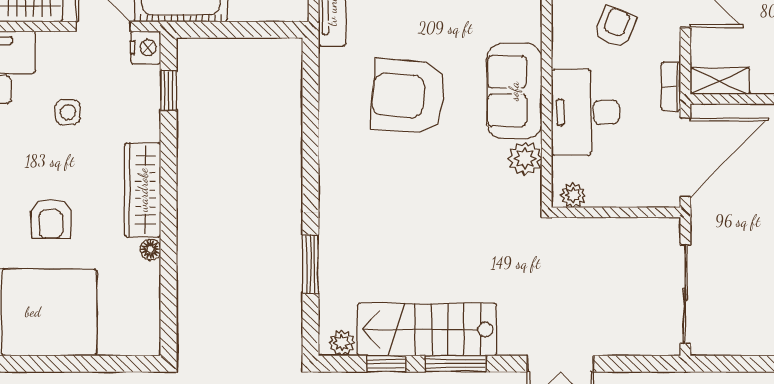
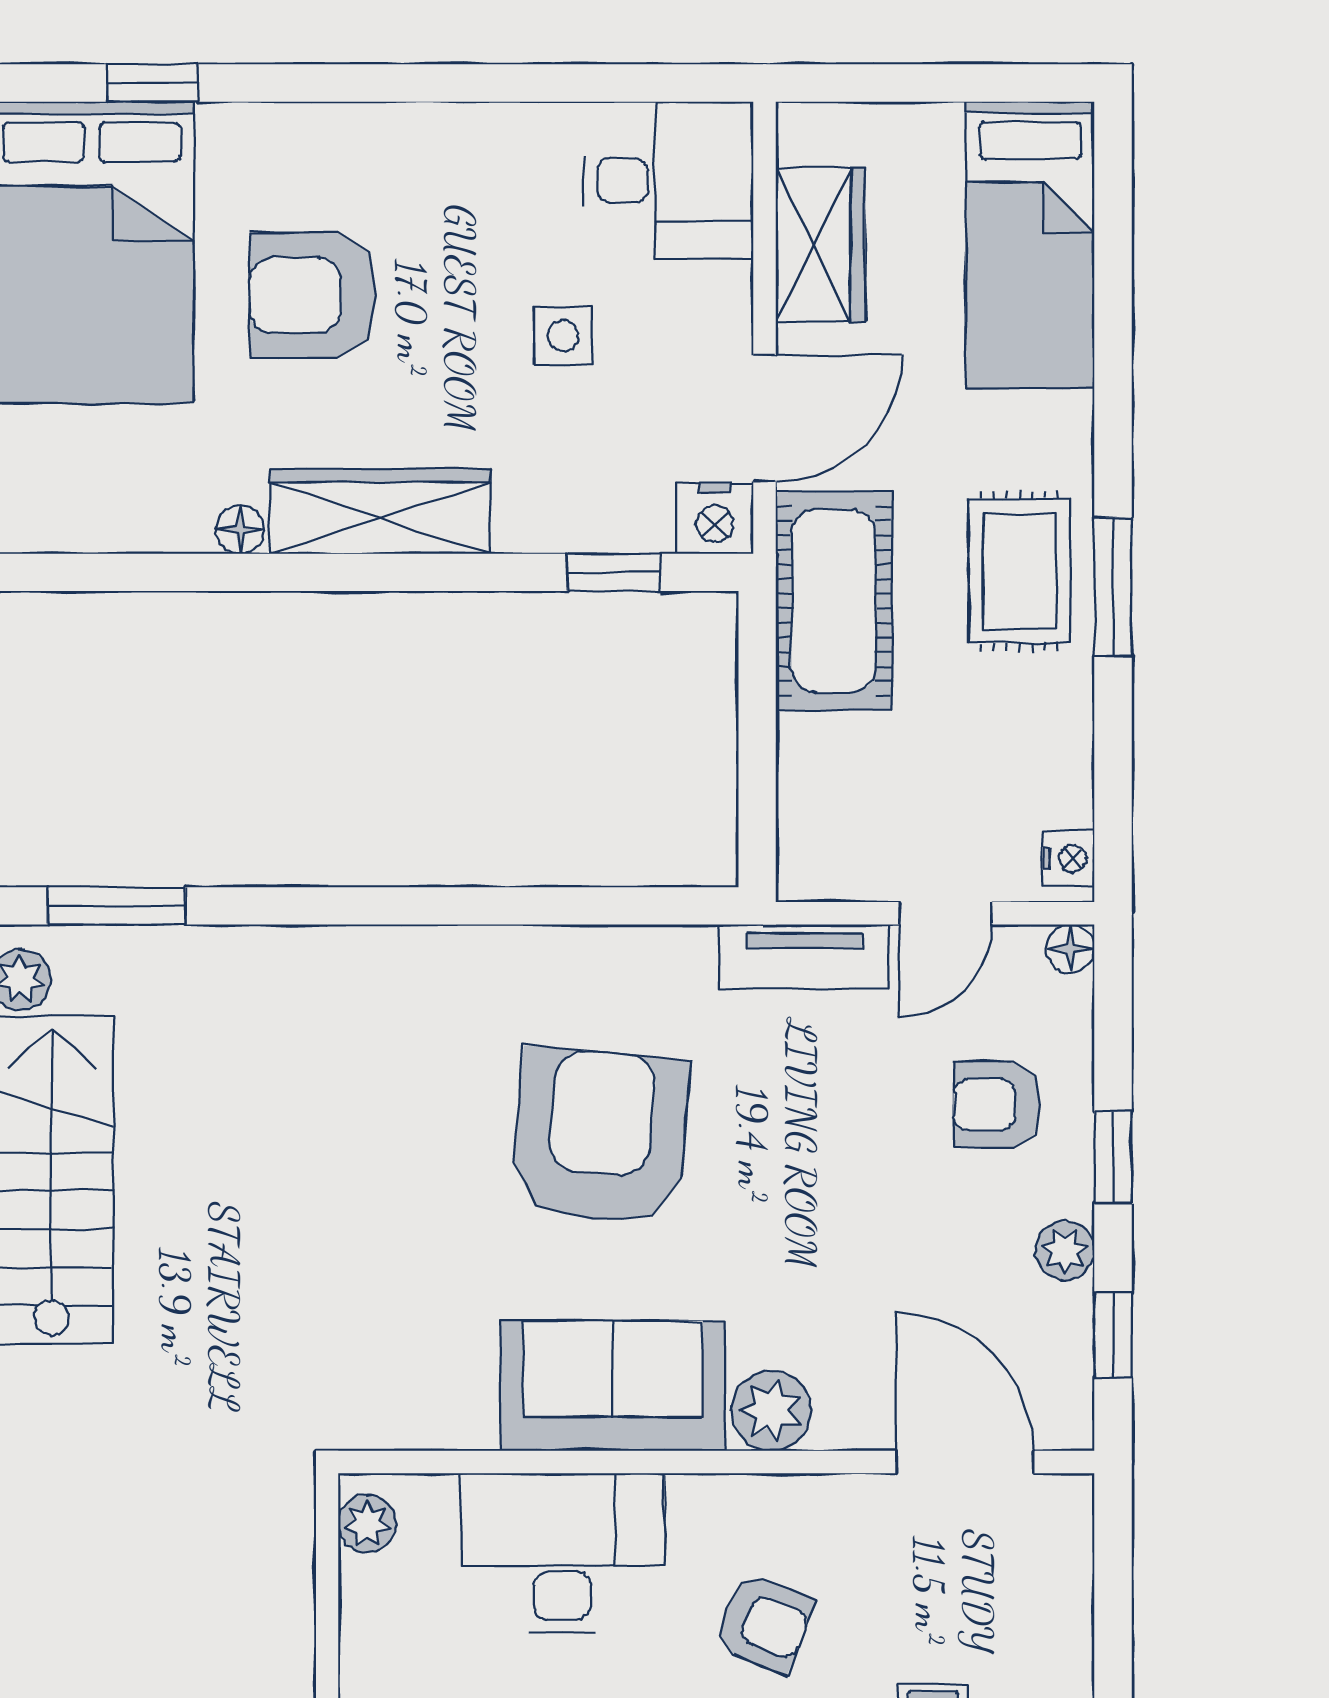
plant: (525, 158) -> (771, 1411), moved
armchair: (51, 219) -> (312, 295), width x1.38, depth x1.38
window: (310, 264) -> (117, 906), moved

